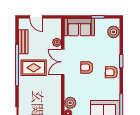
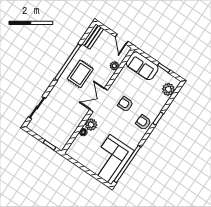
door: (36, 17) -> (122, 39), moved
bench: (23, 42) -> (93, 37), moved
double door: (63, 62) -> (99, 100), moved
rug: (34, 68) -> (80, 74), turned 90

